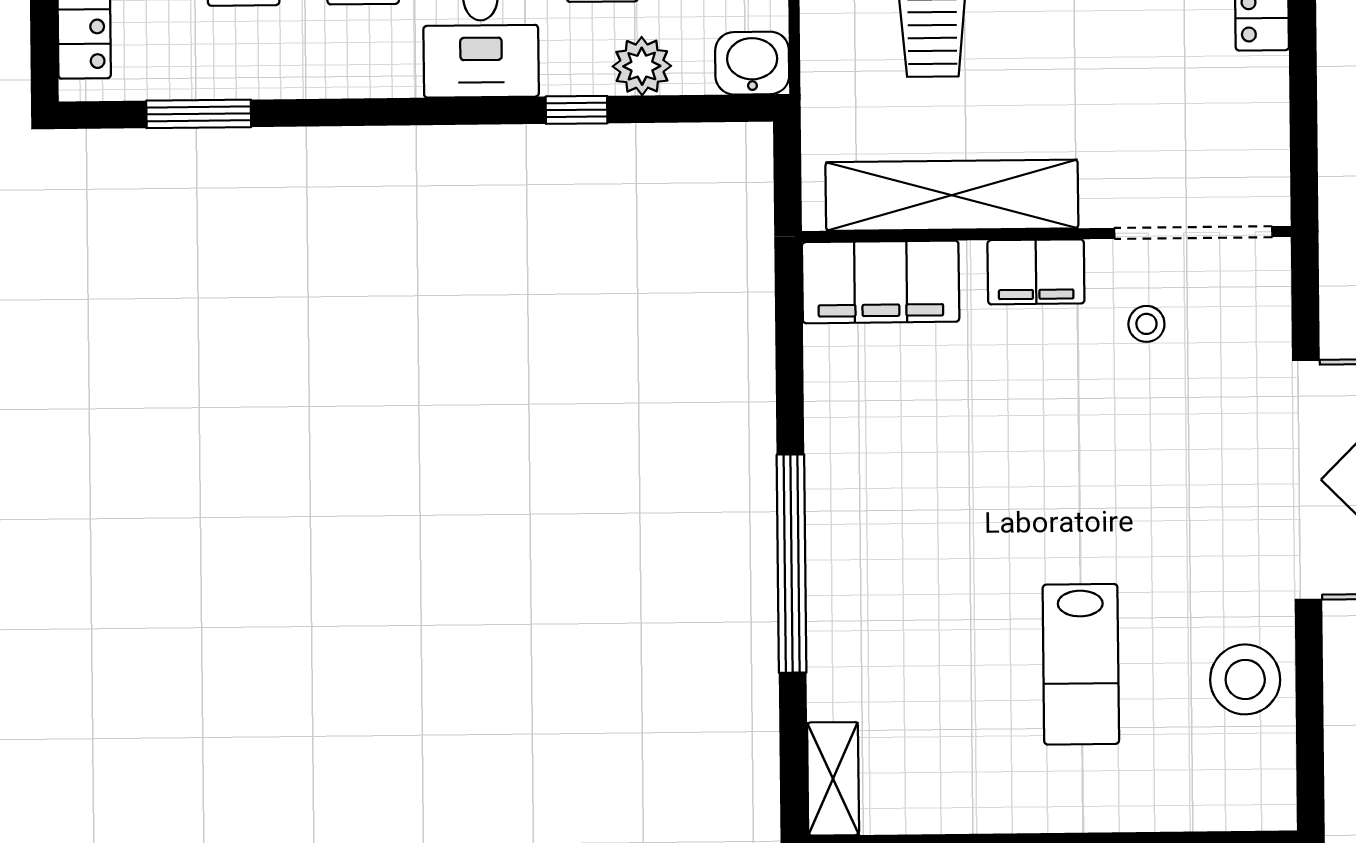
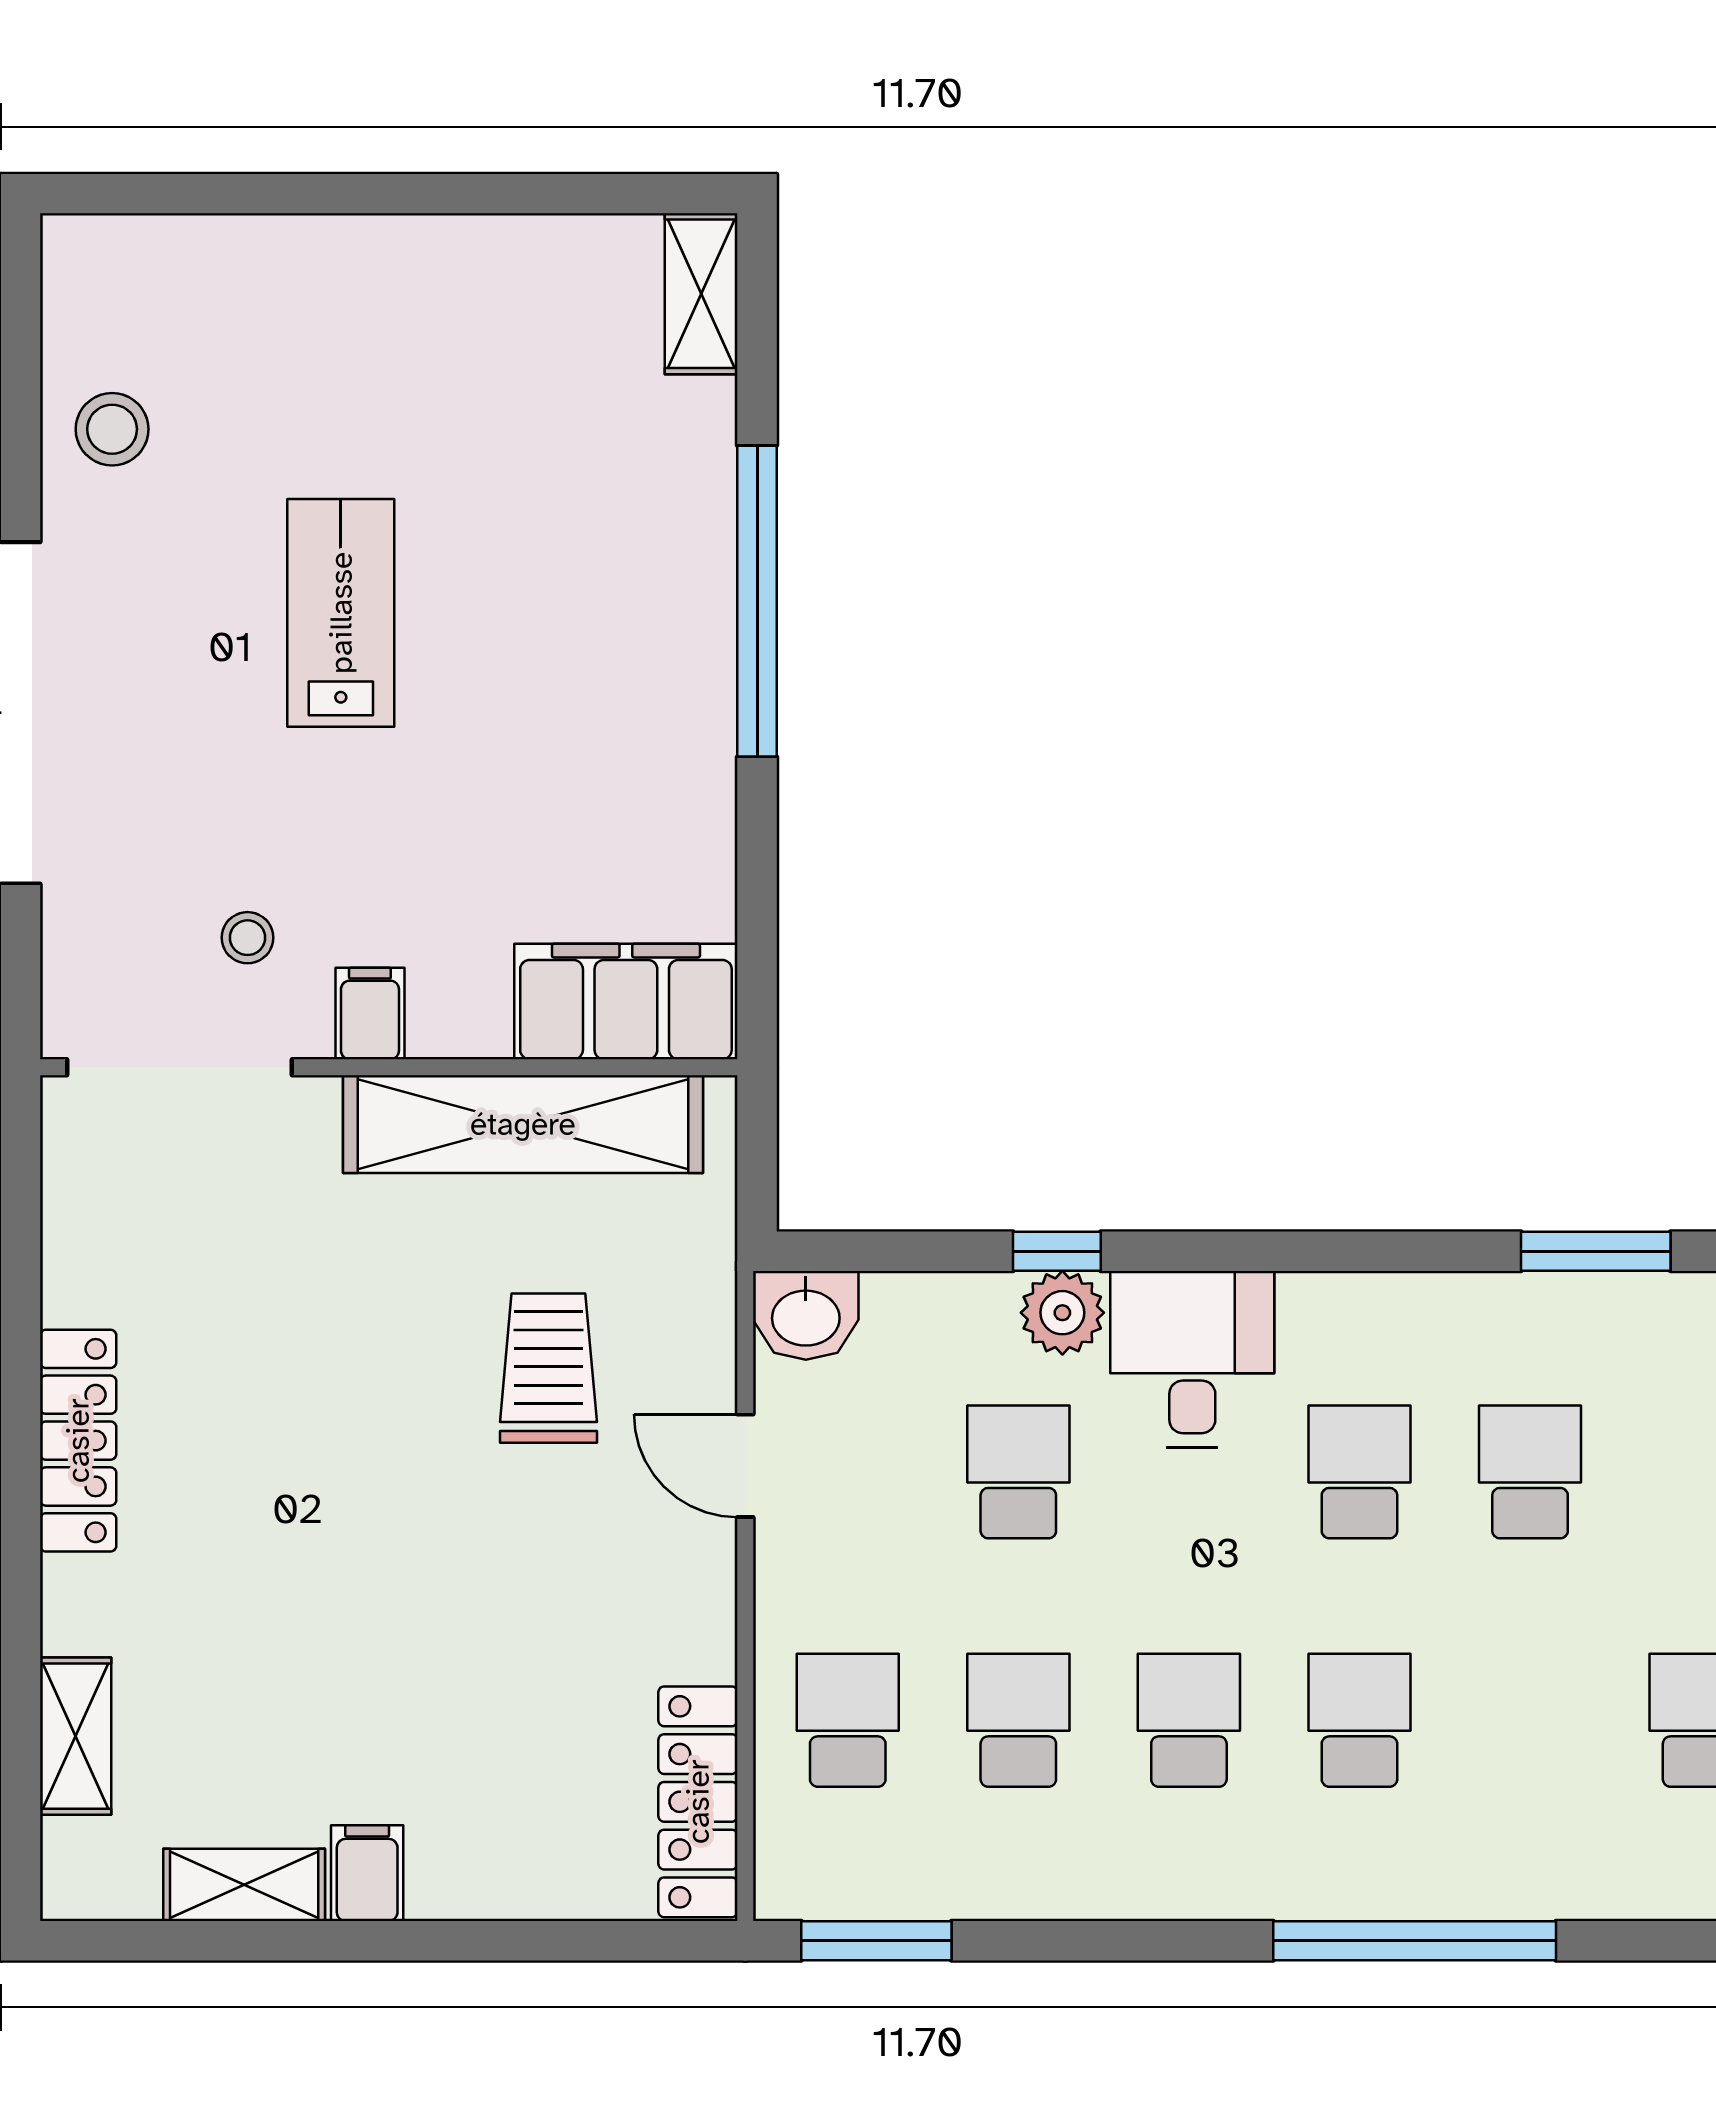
plant: (642, 66) -> (1062, 1313), moved
filing cabinet: (1036, 272) -> (370, 1014), width x0.50
lab bench: (1081, 664) -> (341, 613), moved
stool: (1245, 679) -> (112, 429), width x0.73, depth x0.73

